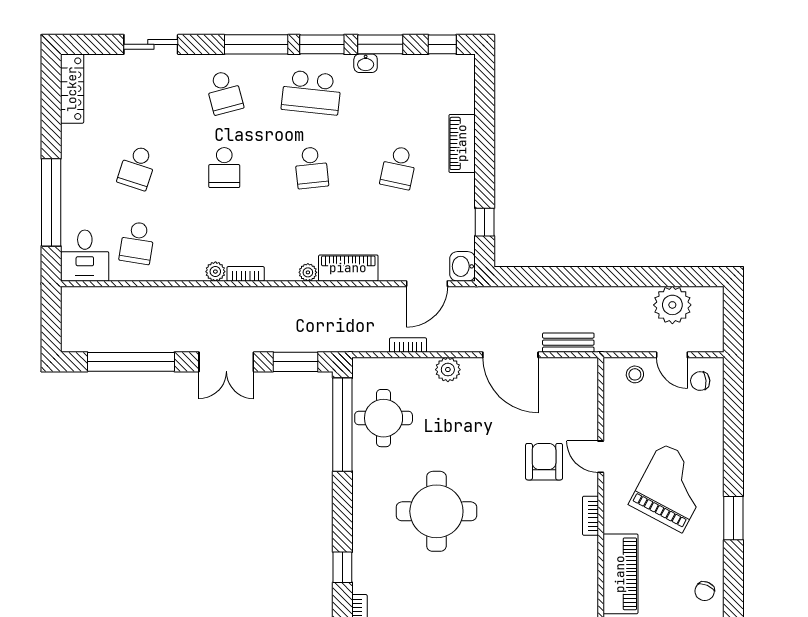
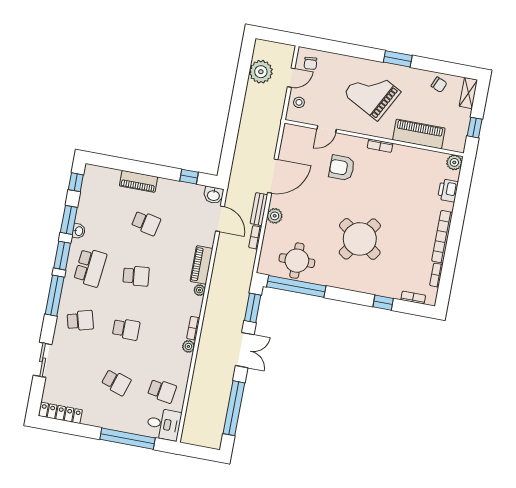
bench: (568, 343) -> (259, 209), moved
door: (601, 457) -> (327, 129), moved
round table: (436, 511) -> (360, 239), turned 35

